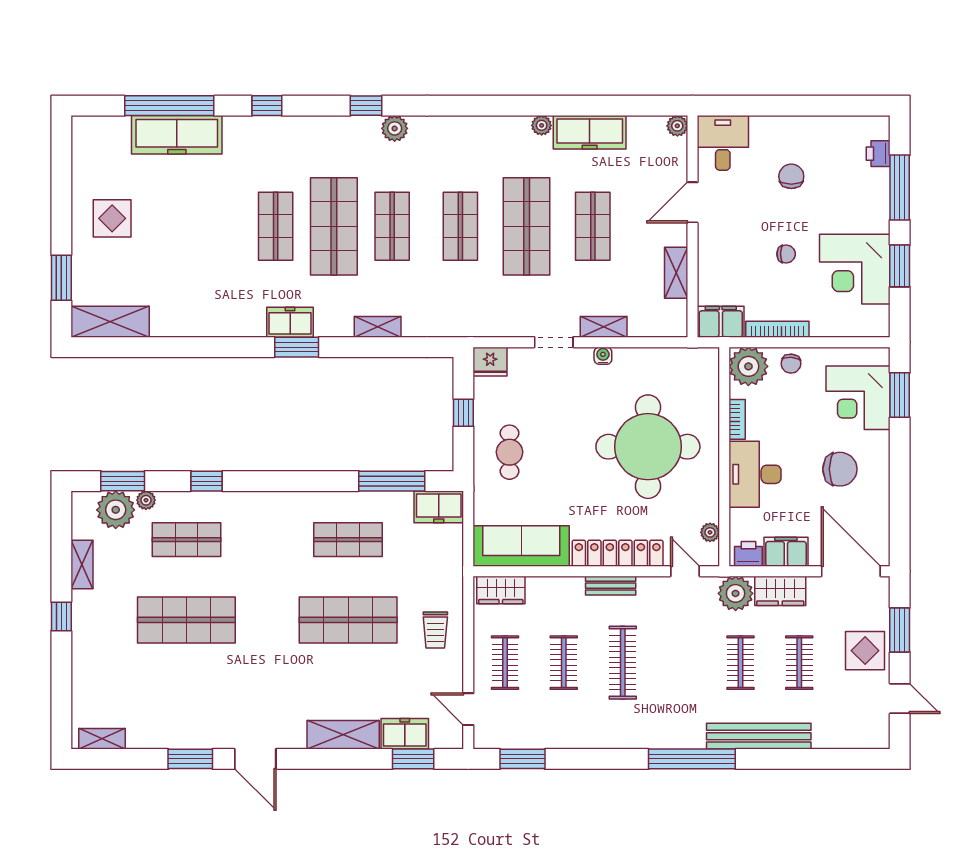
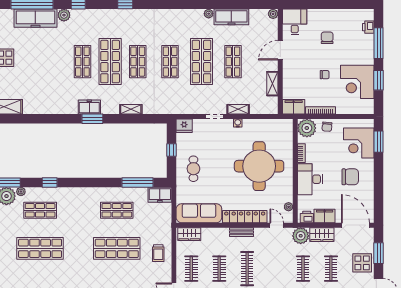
plant: (395, 128) -> (64, 15), moved

